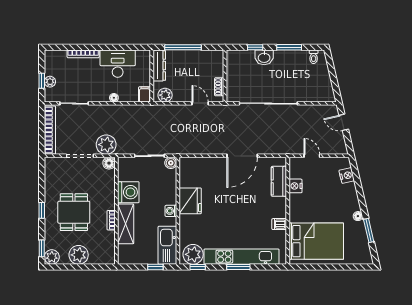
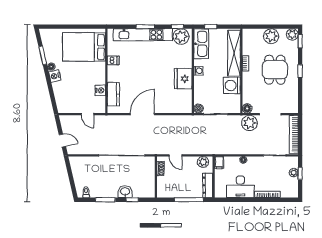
nightstand: (347, 175) -> (55, 76), moved
shelving: (126, 224) -> (234, 53), width x1.47

